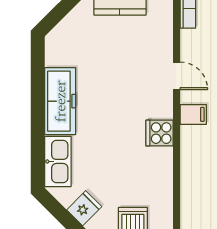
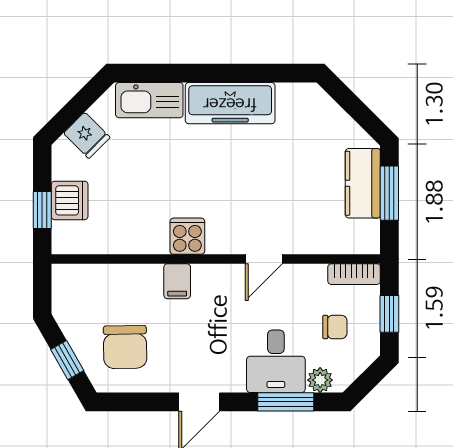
filing cabinet: (193, 114) -> (177, 281), moved

